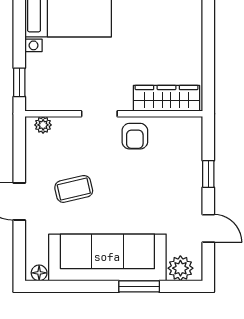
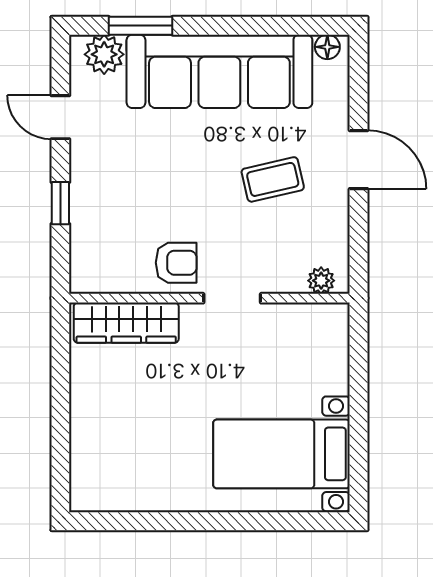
window: (19, 82) -> (359, 348), removed
armchair: (135, 136) -> (176, 263), turned 90
window: (139, 286) -> (140, 26), moved

